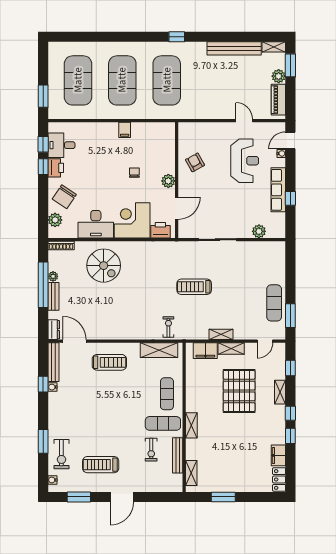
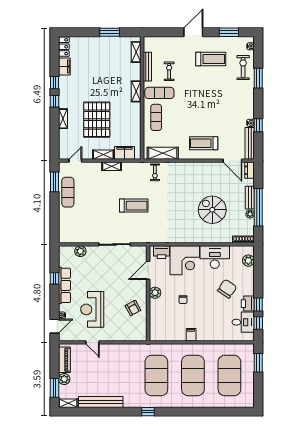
chair: (64, 197) -> (227, 289), moved
spiral stairs: (104, 266) -> (212, 210), moved
window: (290, 368) -> (54, 138), removed

